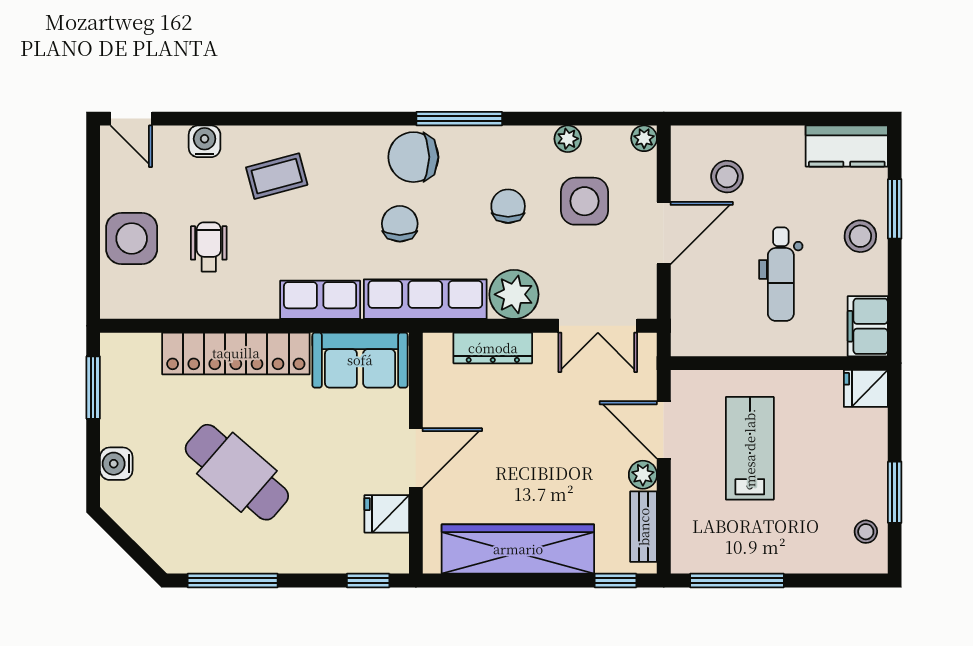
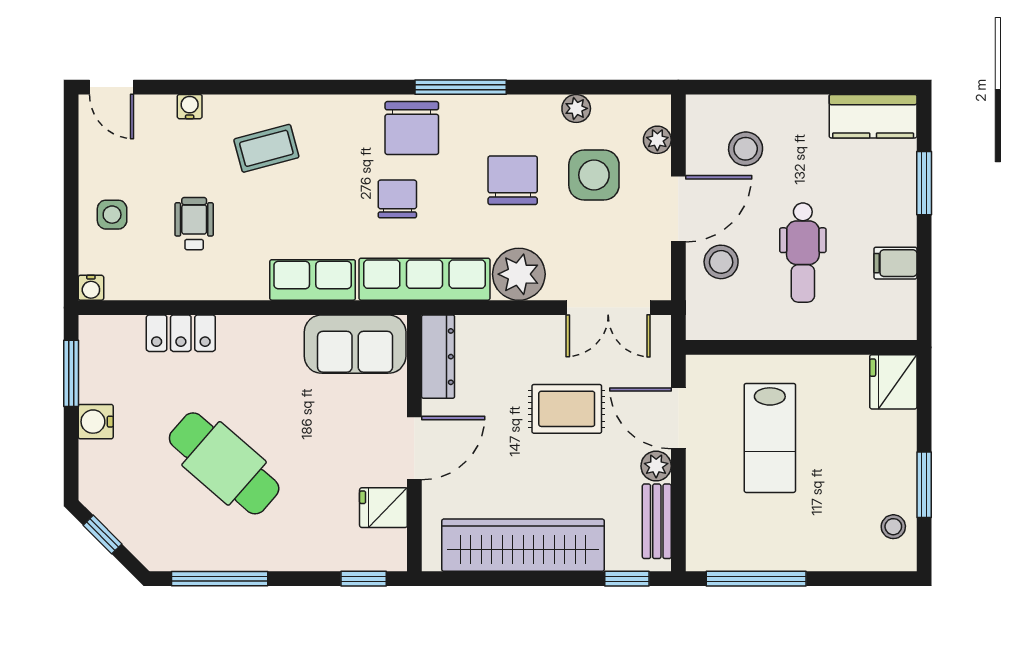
plant: (644, 138) -> (657, 140), moved
water cooler: (205, 141) -> (190, 107), width x0.72, depth x0.72
chair: (413, 157) -> (412, 128), turned -90
chair: (508, 206) -> (513, 180), width x1.37, depth x1.37
stool: (860, 236) -> (721, 262), moved
side table: (132, 238) -> (112, 215), width x0.54, depth x0.54
water cooler: (112, 307) -> (91, 288), added
filing cabinet: (868, 326) -> (895, 263), moved, width x0.50
dresser: (493, 348) -> (438, 357), moved, turned -90
locker: (236, 353) -> (181, 333), width x0.46, depth x0.83
fridge: (866, 388) -> (893, 382), width x1.38
rug: (559, 421) -> (567, 409), added
lab bench: (750, 448) -> (770, 438), turned 180
water cooler: (116, 464) -> (96, 422), moved
window: (123, 539) -> (103, 535), added

